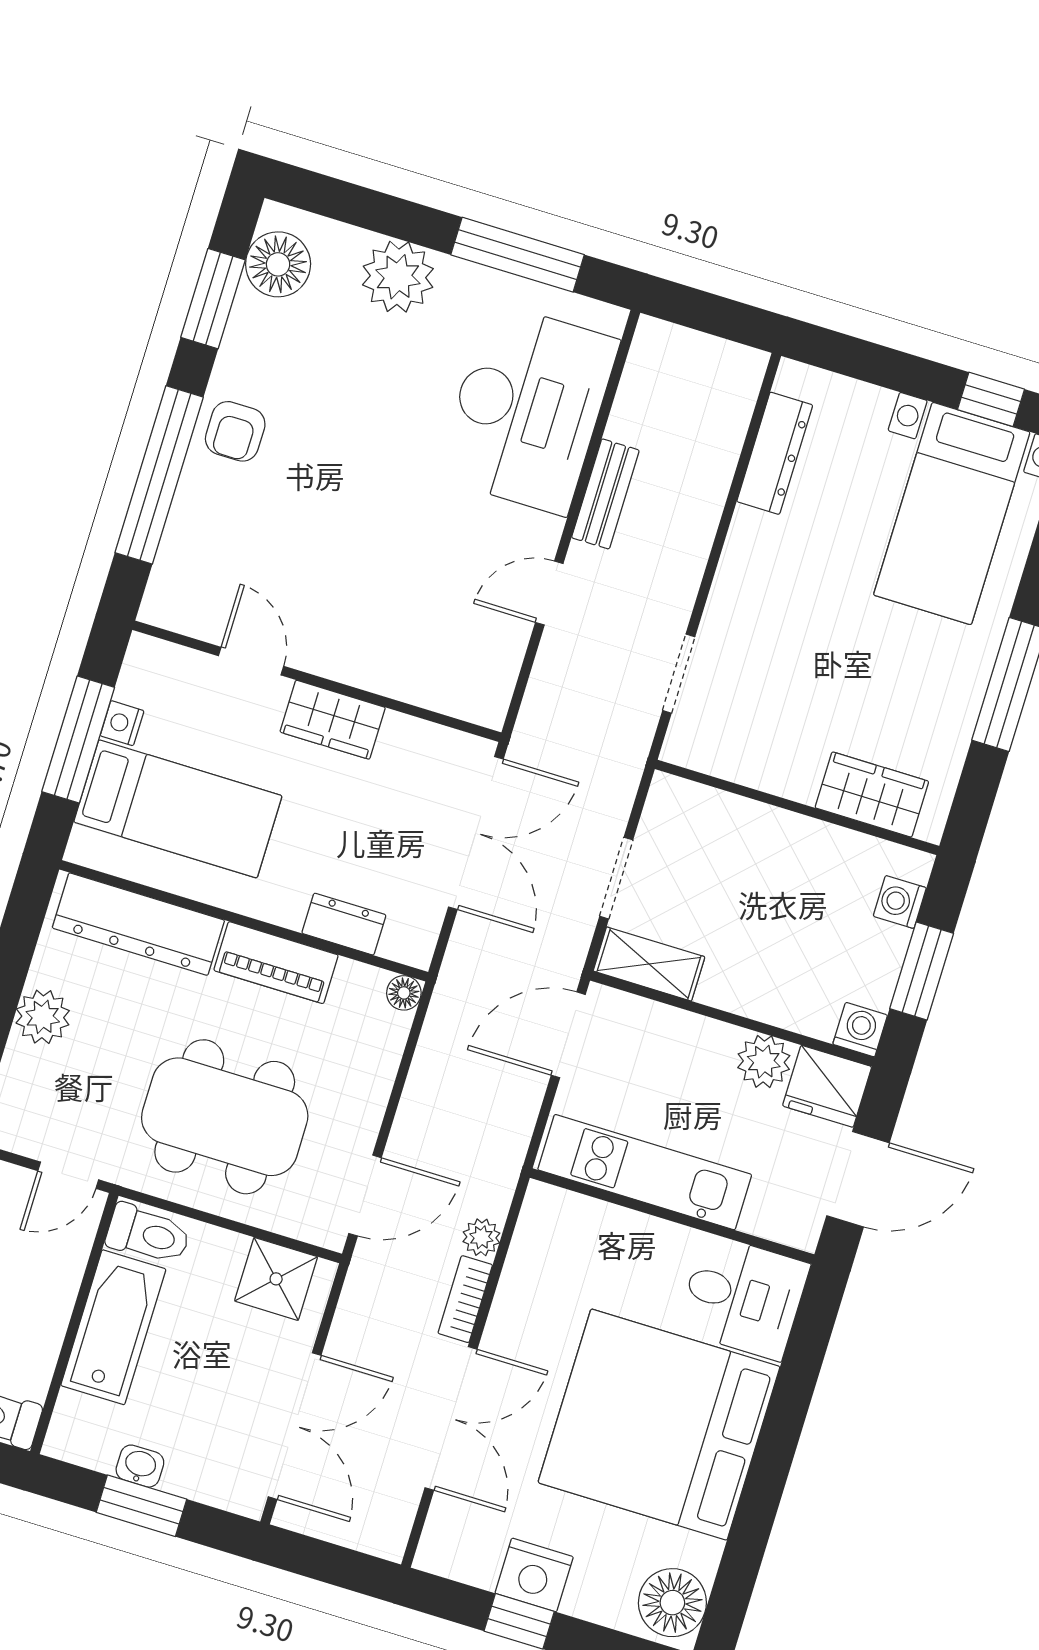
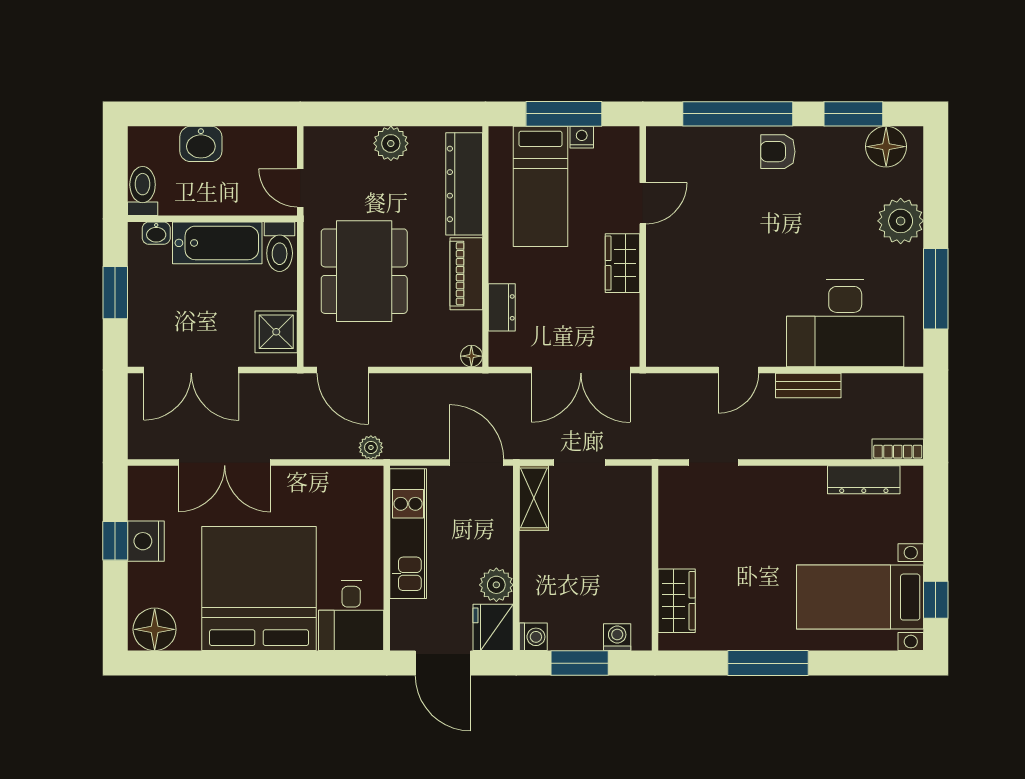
door: (549, 593) -> (738, 370), swing flipped
plant: (481, 1237) -> (371, 447), moved
bookcase: (465, 1299) -> (898, 449), moved
washbasin: (140, 1466) -> (156, 233), moved, turned 90

